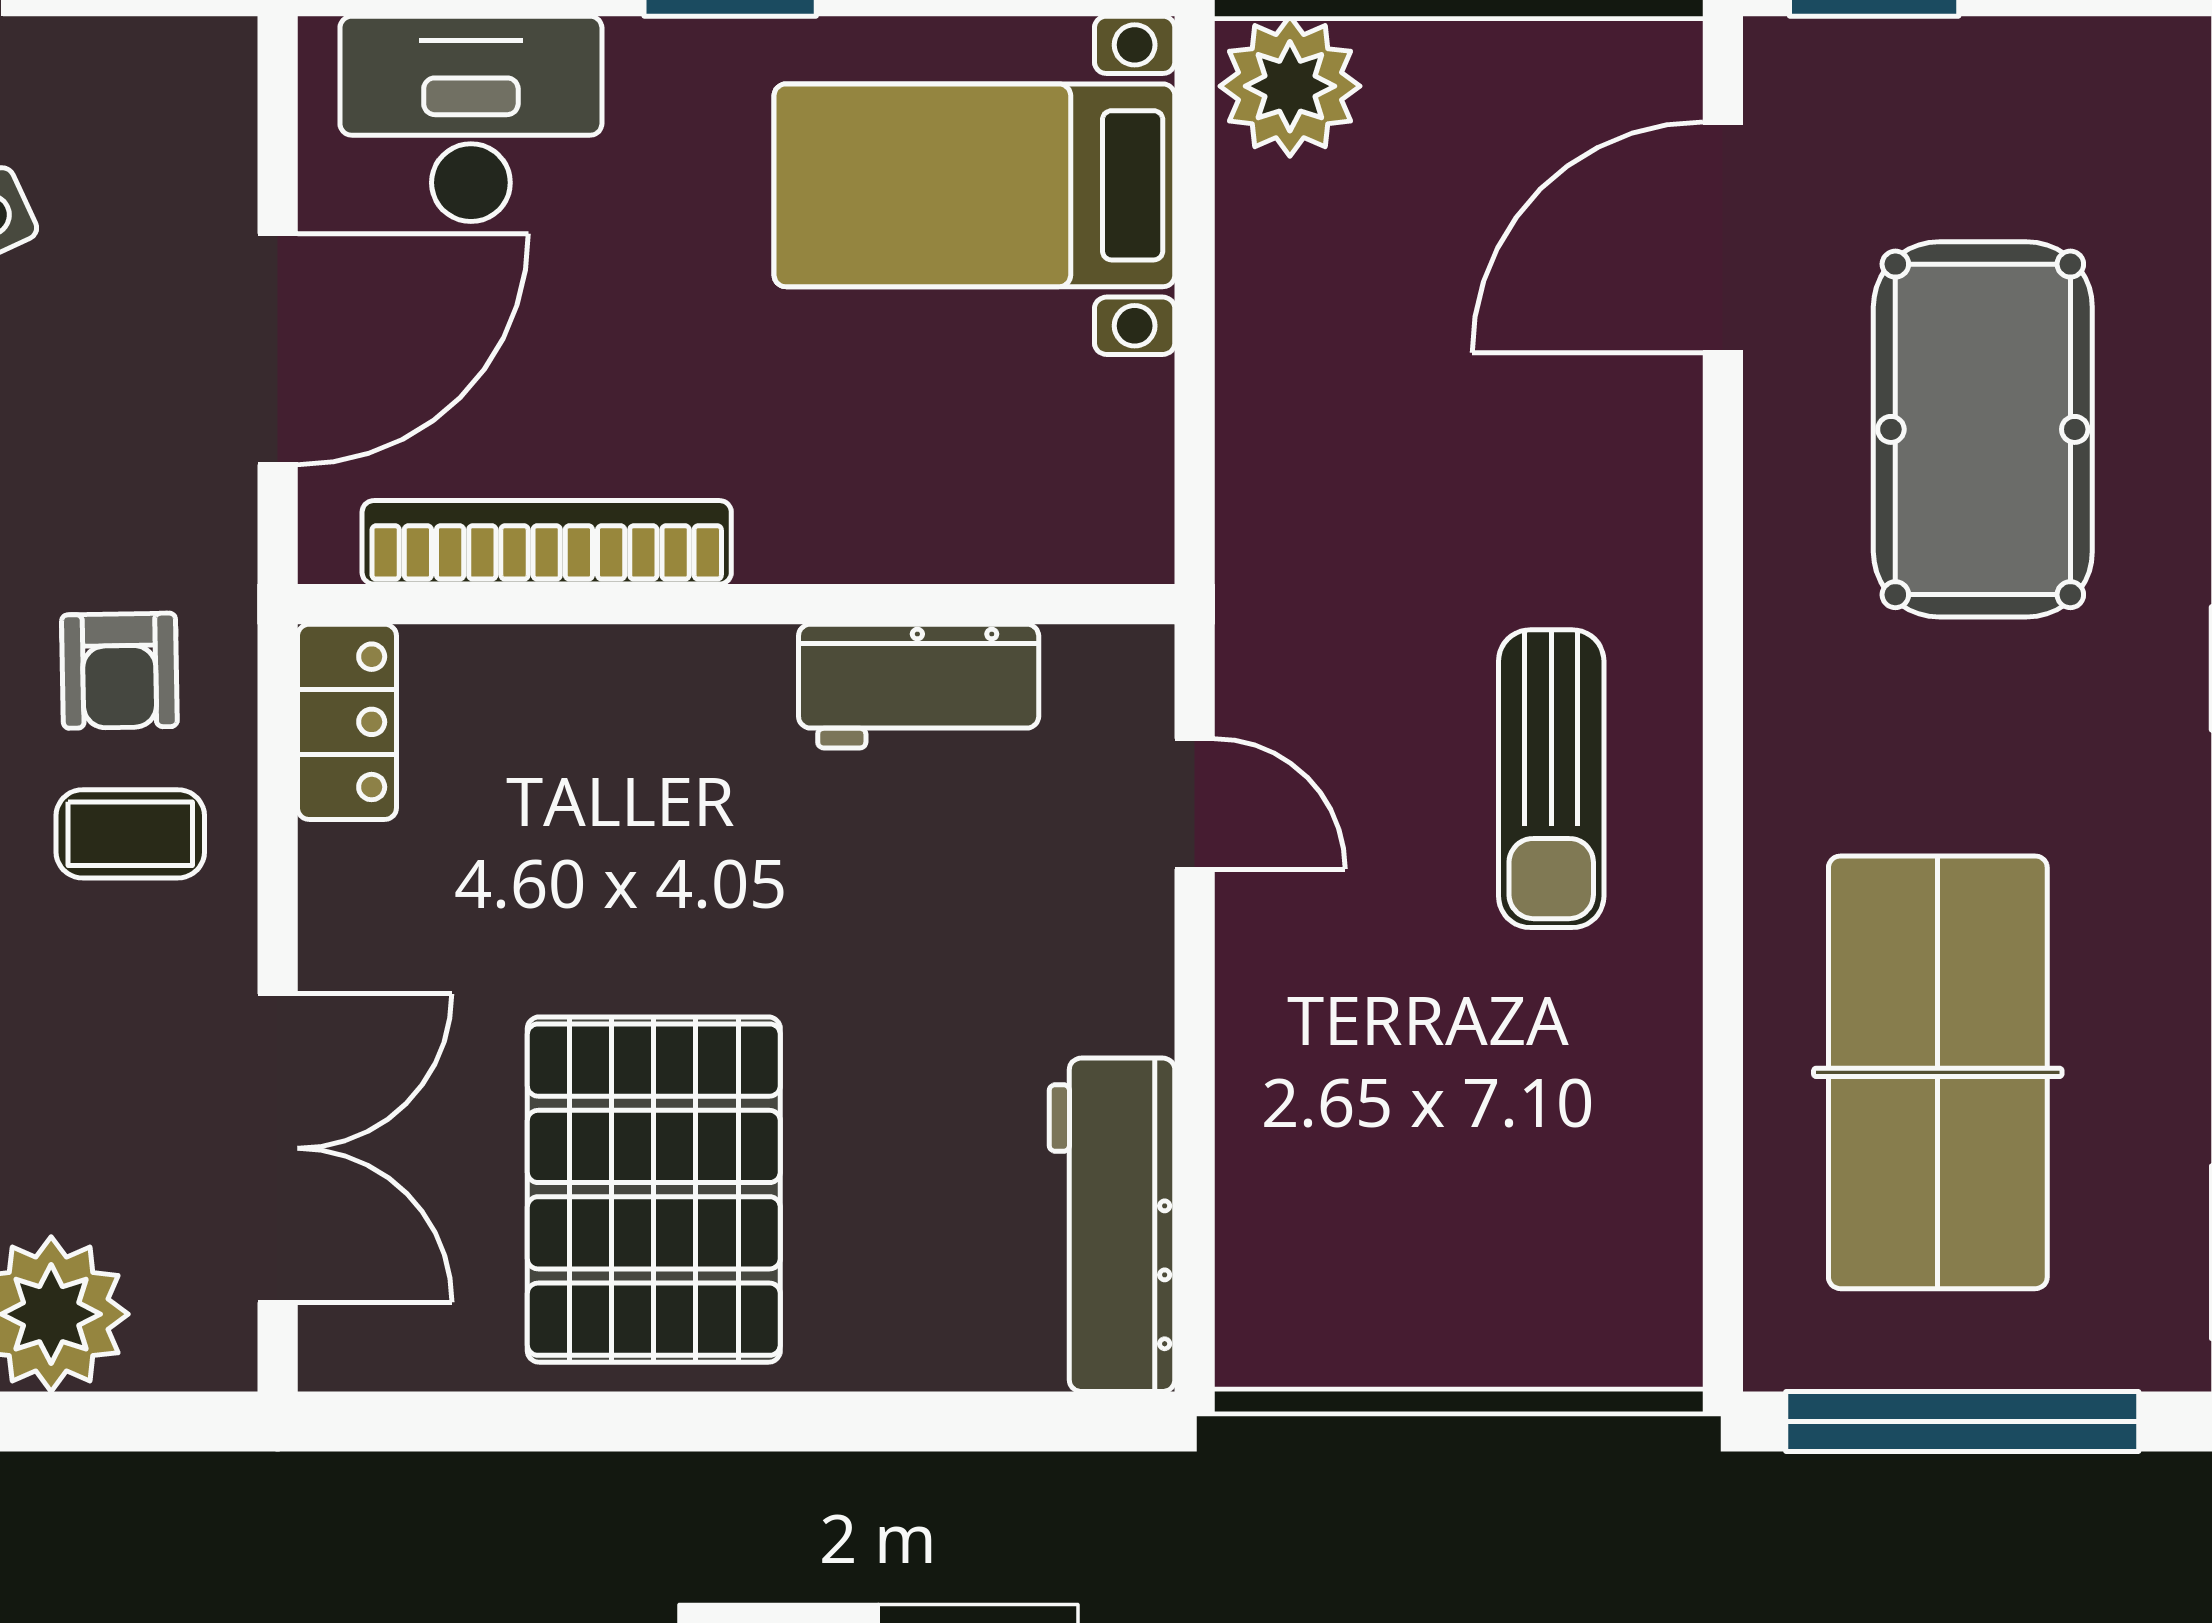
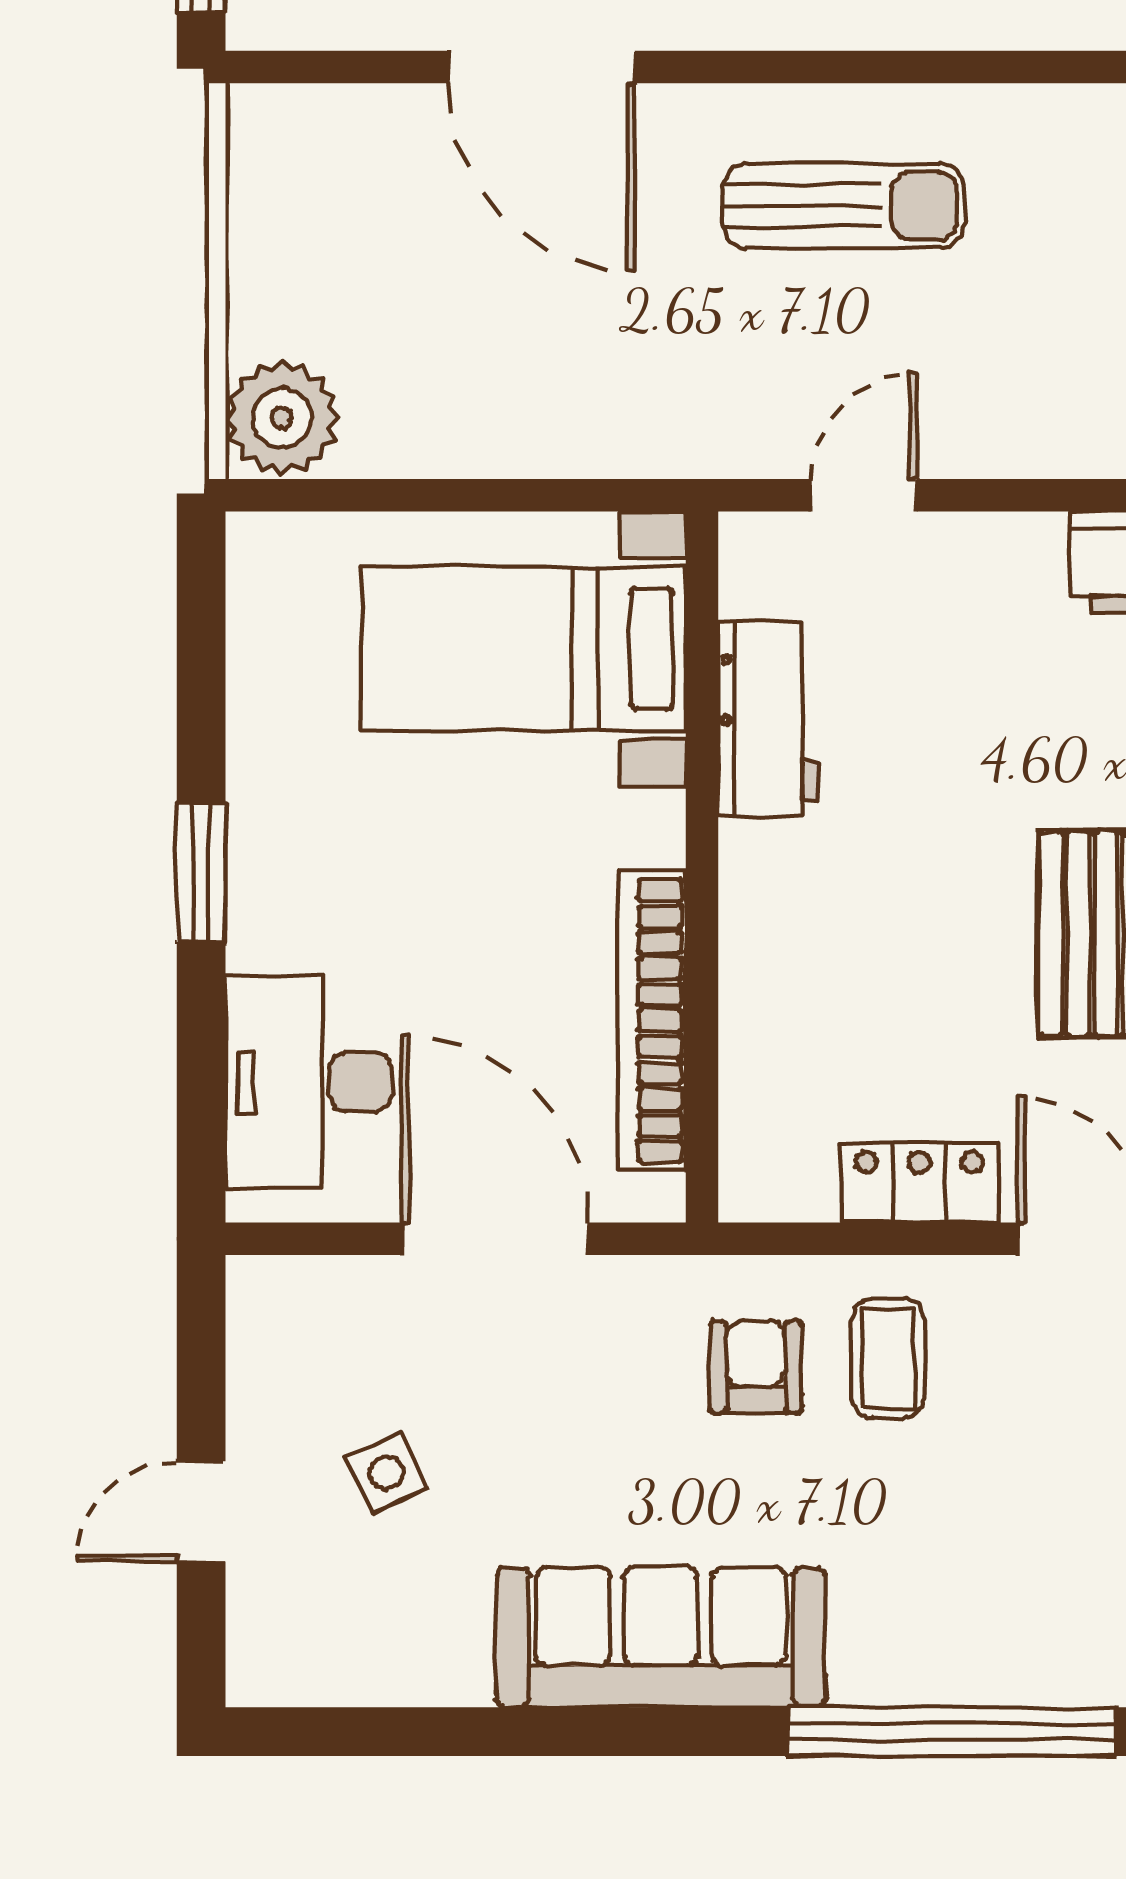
bed with nightstands: (974, 185) -> (523, 649), moved, turned 90
door: (1723, 238) -> (541, 67), moved
armchair: (119, 671) -> (756, 1367), turned -89
locker: (347, 722) -> (919, 1182), moved

